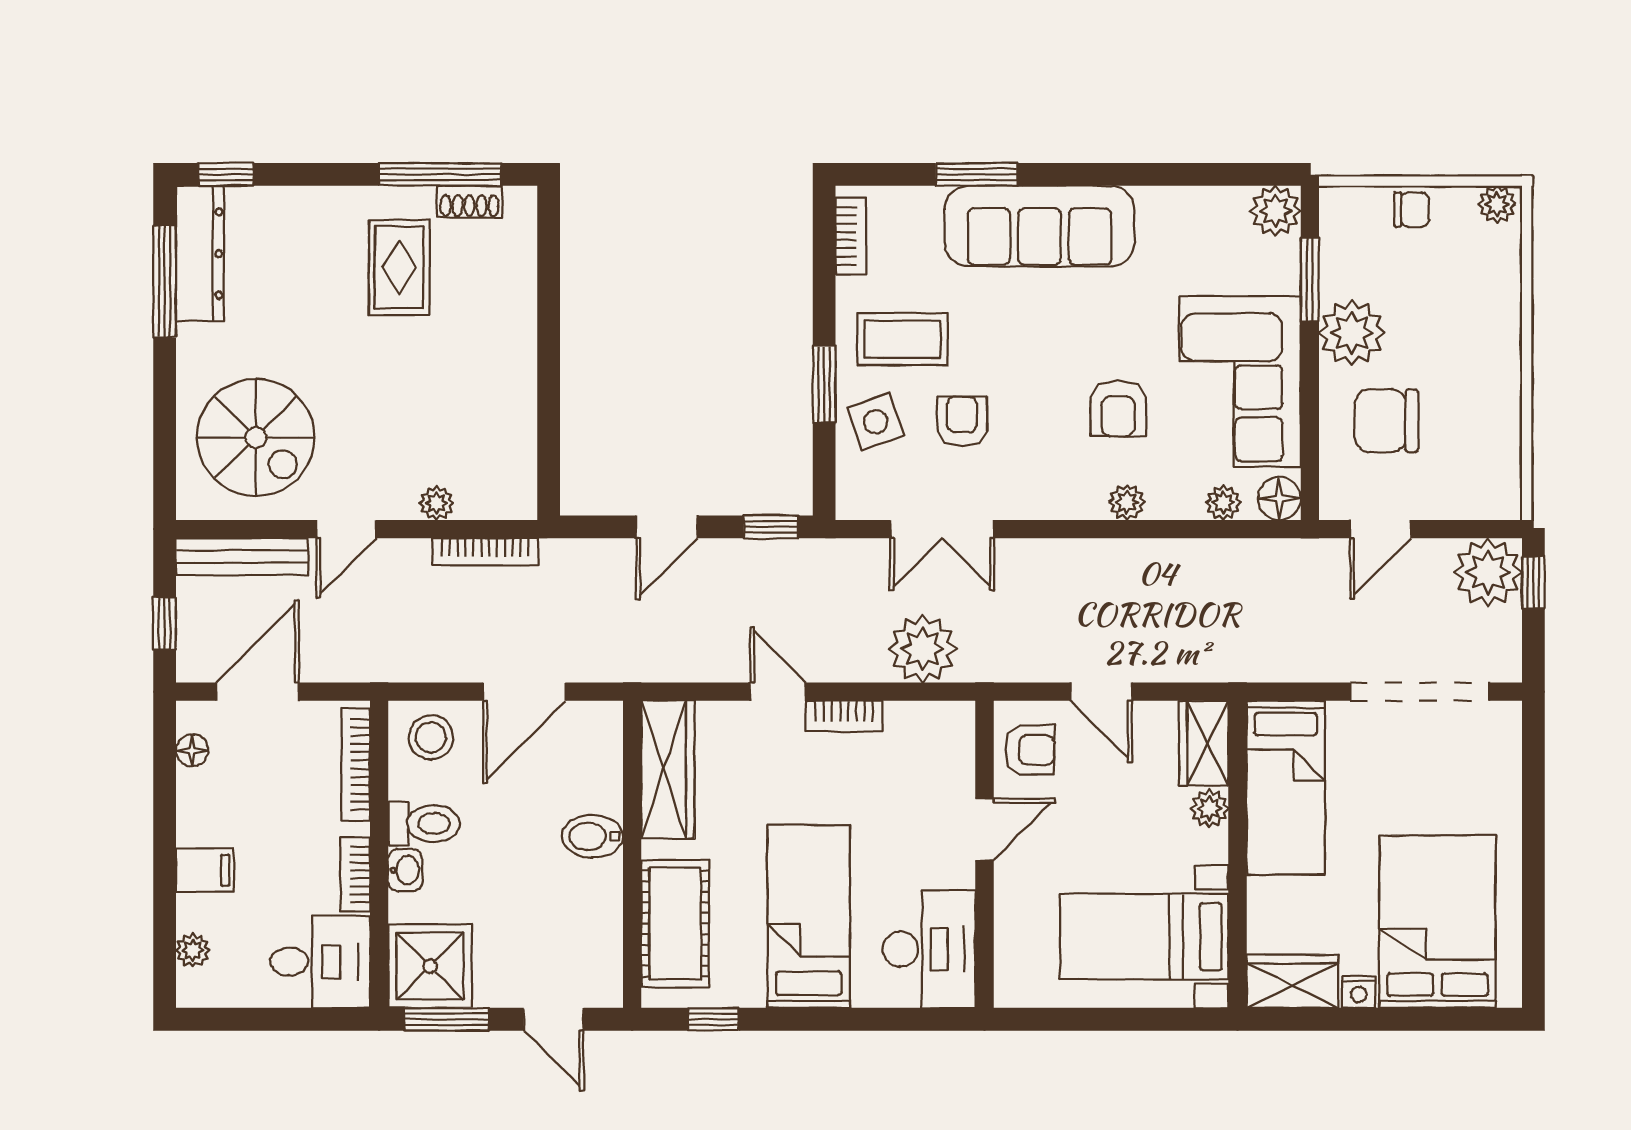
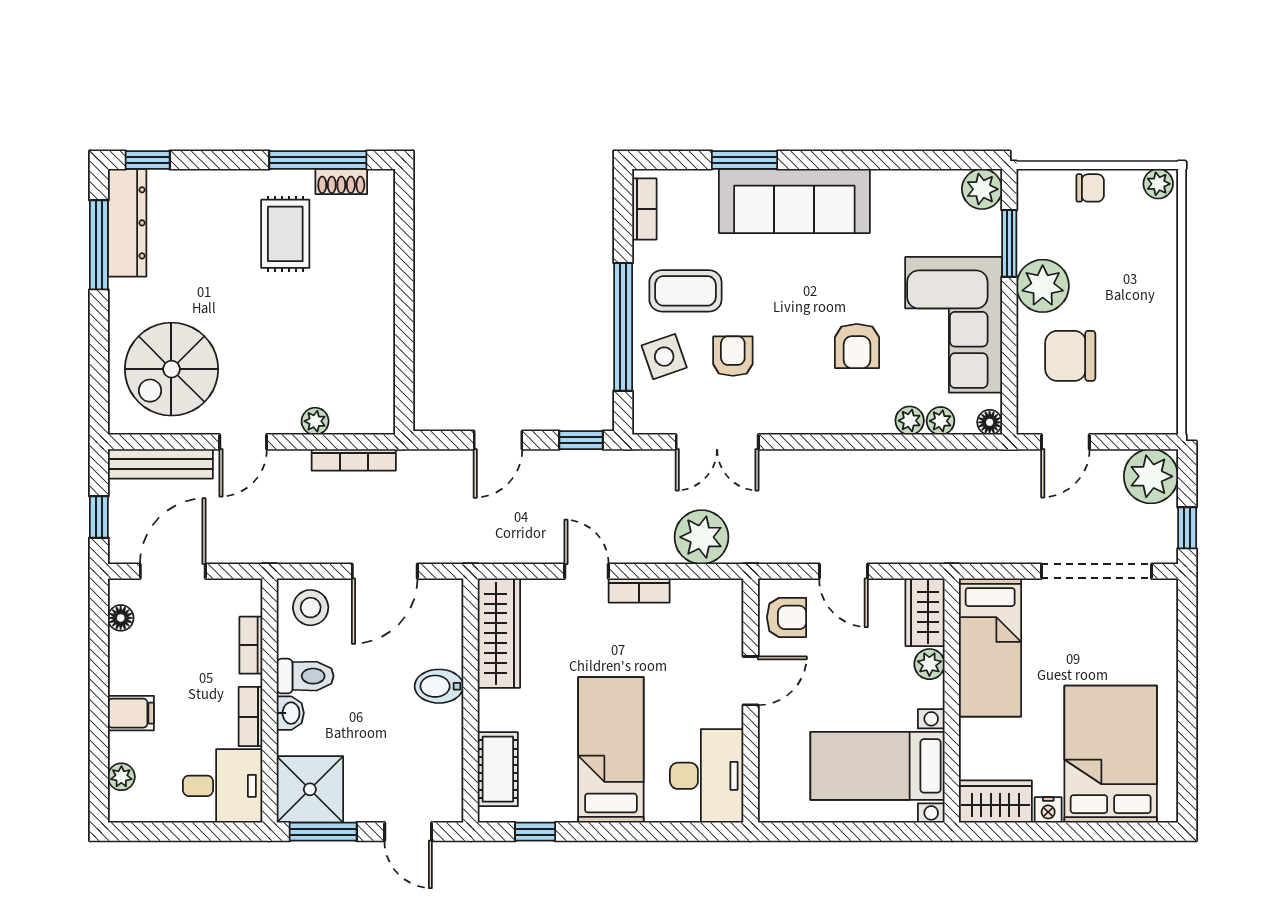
window: (824, 384) -> (623, 327), width x2.11
spiral stairs: (256, 437) -> (171, 369), turned 90
floor lamp: (1279, 499) -> (990, 422), width x0.73, depth x0.73
plant: (1127, 502) -> (910, 421), moved
window: (1533, 582) -> (1187, 528), moved
bookcase: (356, 765) -> (251, 645), width x0.64
cot: (675, 924) -> (498, 769), width x0.73, depth x0.75

